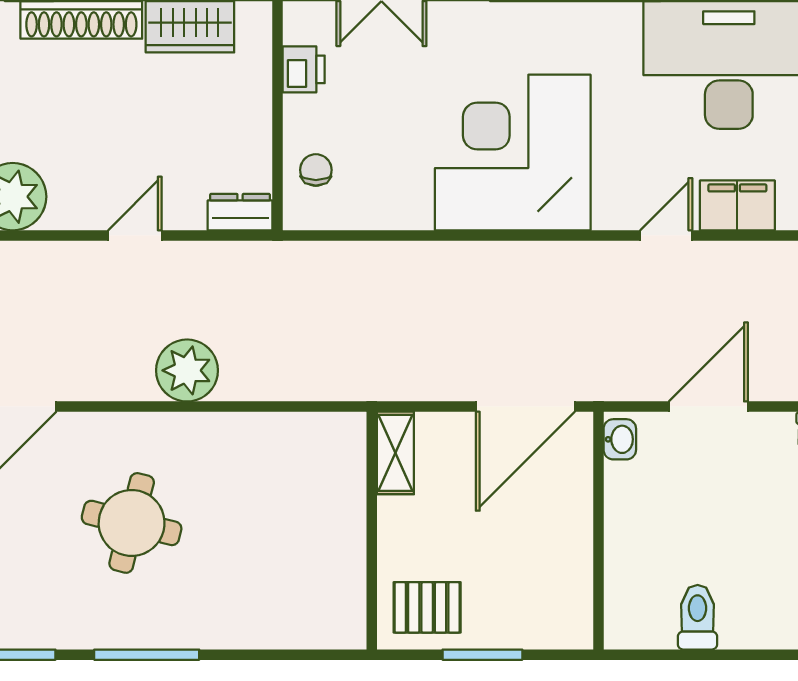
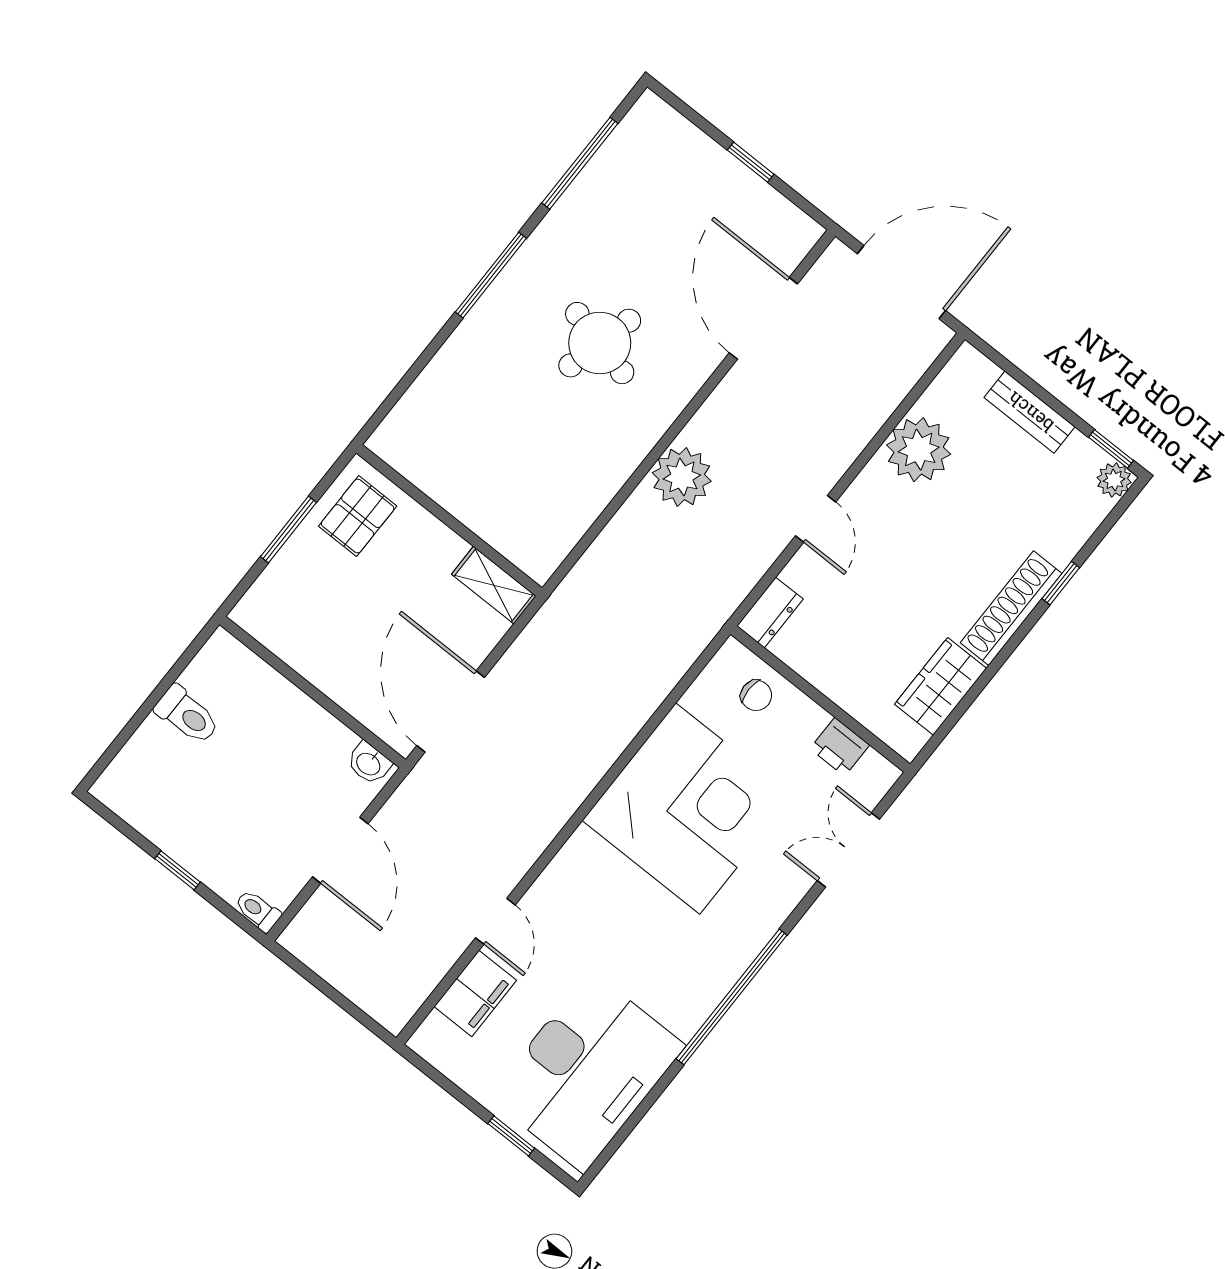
corner desk: (513, 153) -> (688, 809), moved

